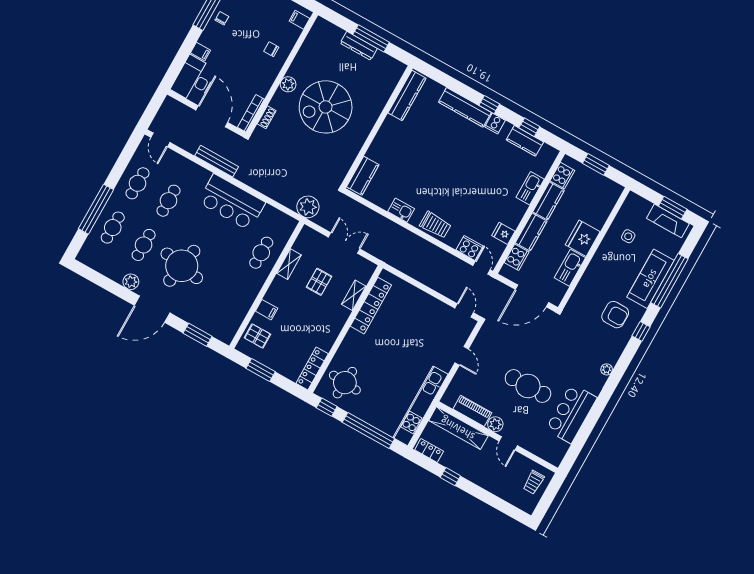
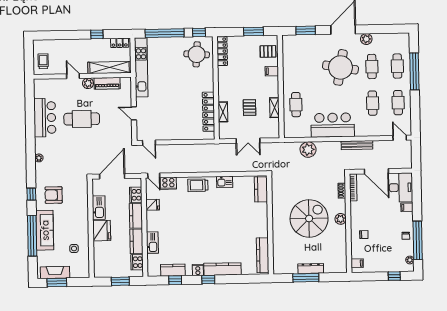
plant: (308, 207) -> (308, 150), moved

